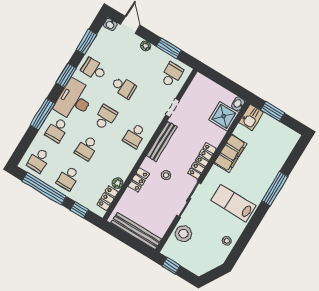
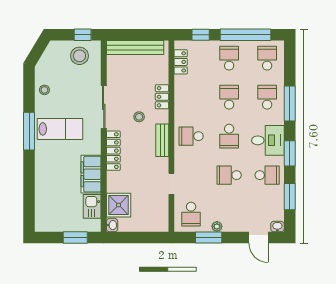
plant: (146, 46) -> (217, 226), moved
desk: (74, 100) -> (268, 140), width x0.73
kitchen sink: (251, 117) -> (92, 206), moved
school desk: (135, 136) -> (191, 136), turned -90
bench: (162, 141) -> (162, 140), width x0.73
plant: (118, 183) -> (180, 82), removed
window: (275, 189) -> (29, 131), moved
stool: (184, 234) -> (79, 56), moved

